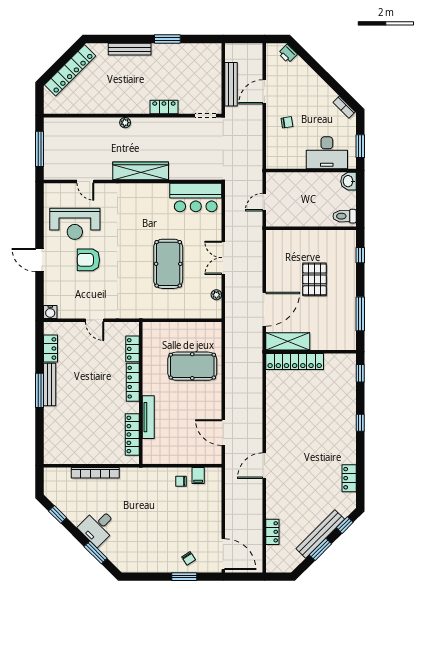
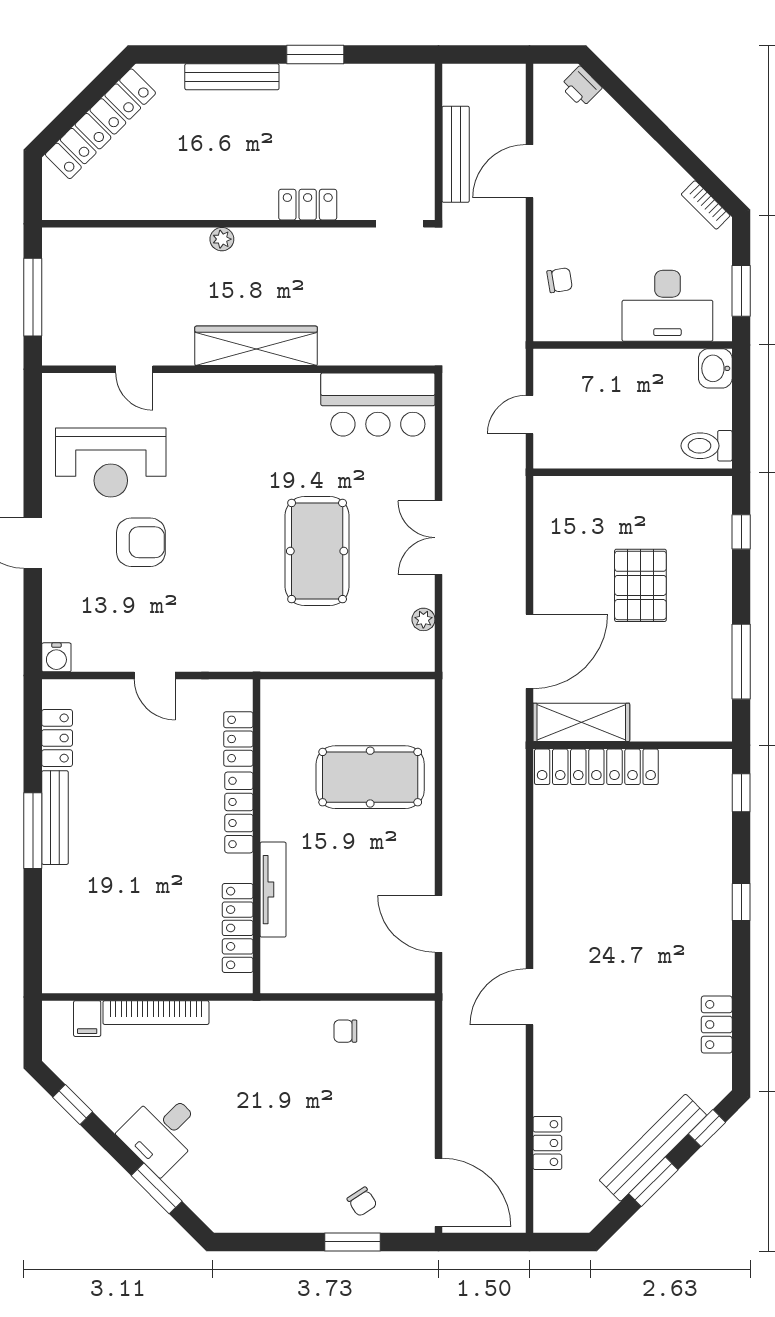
chair: (287, 122) -> (560, 280), moved
armchair: (88, 260) -> (141, 542), turned 180
filing cabinet: (198, 475) -> (87, 1019), moved

